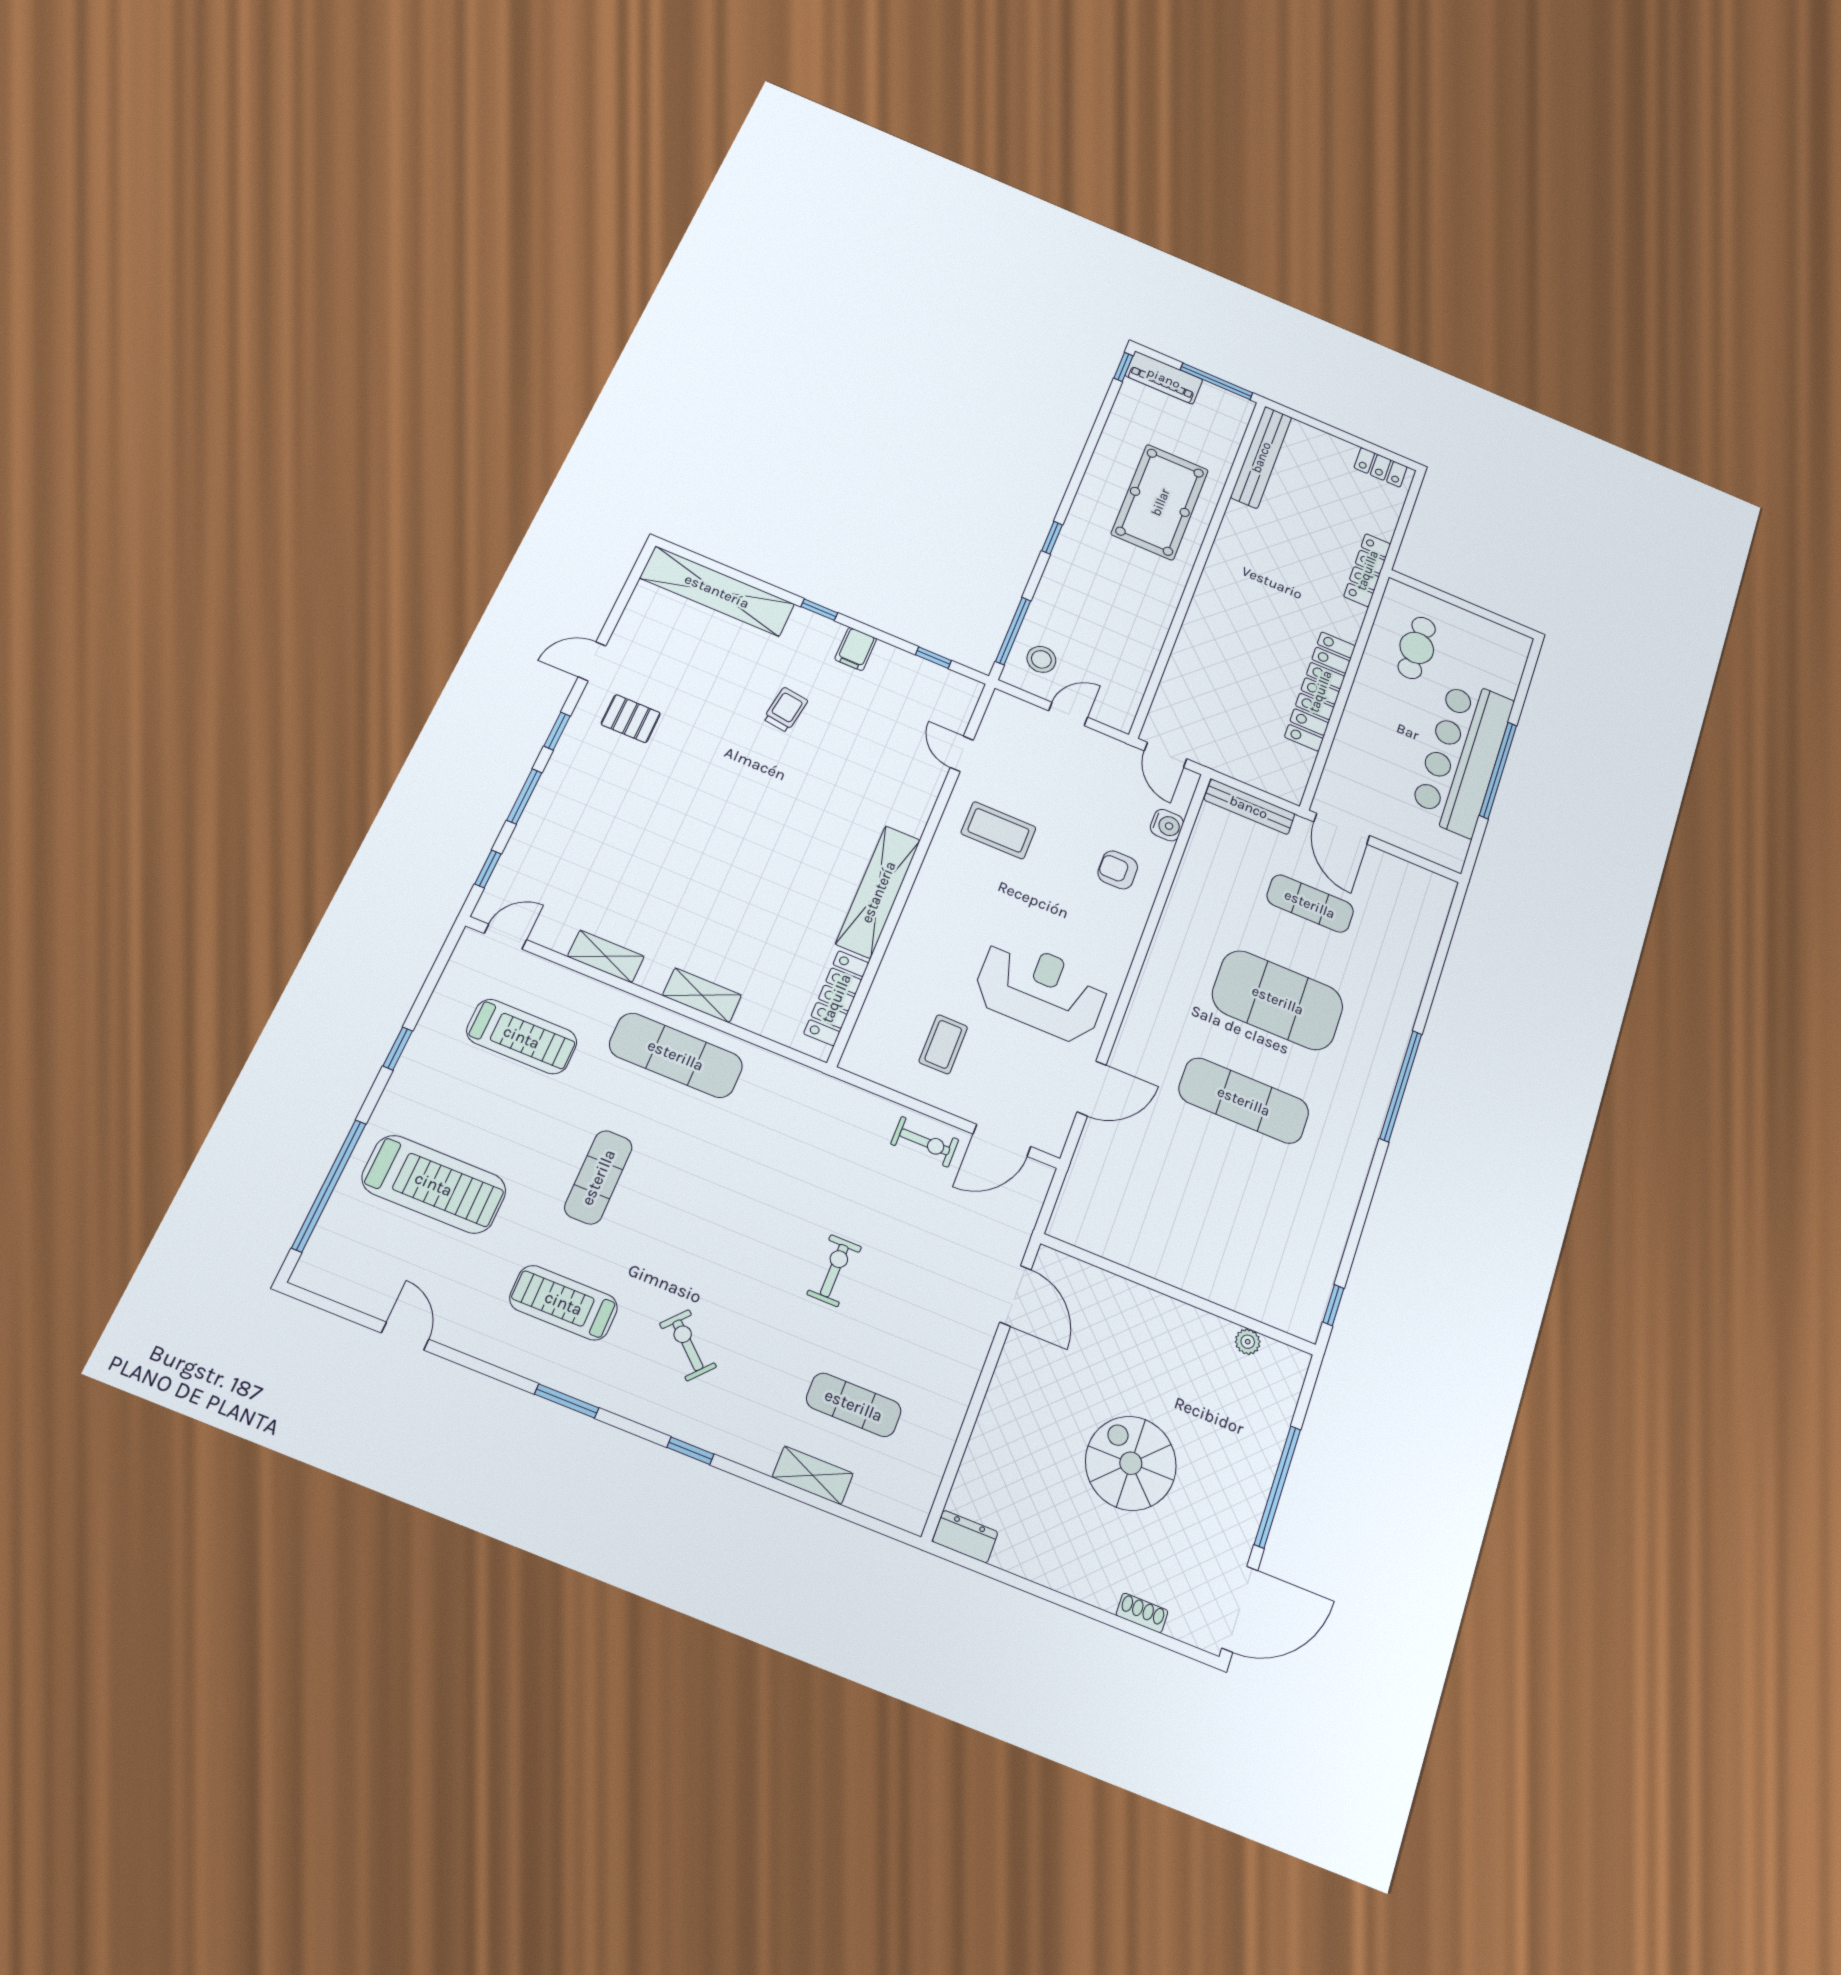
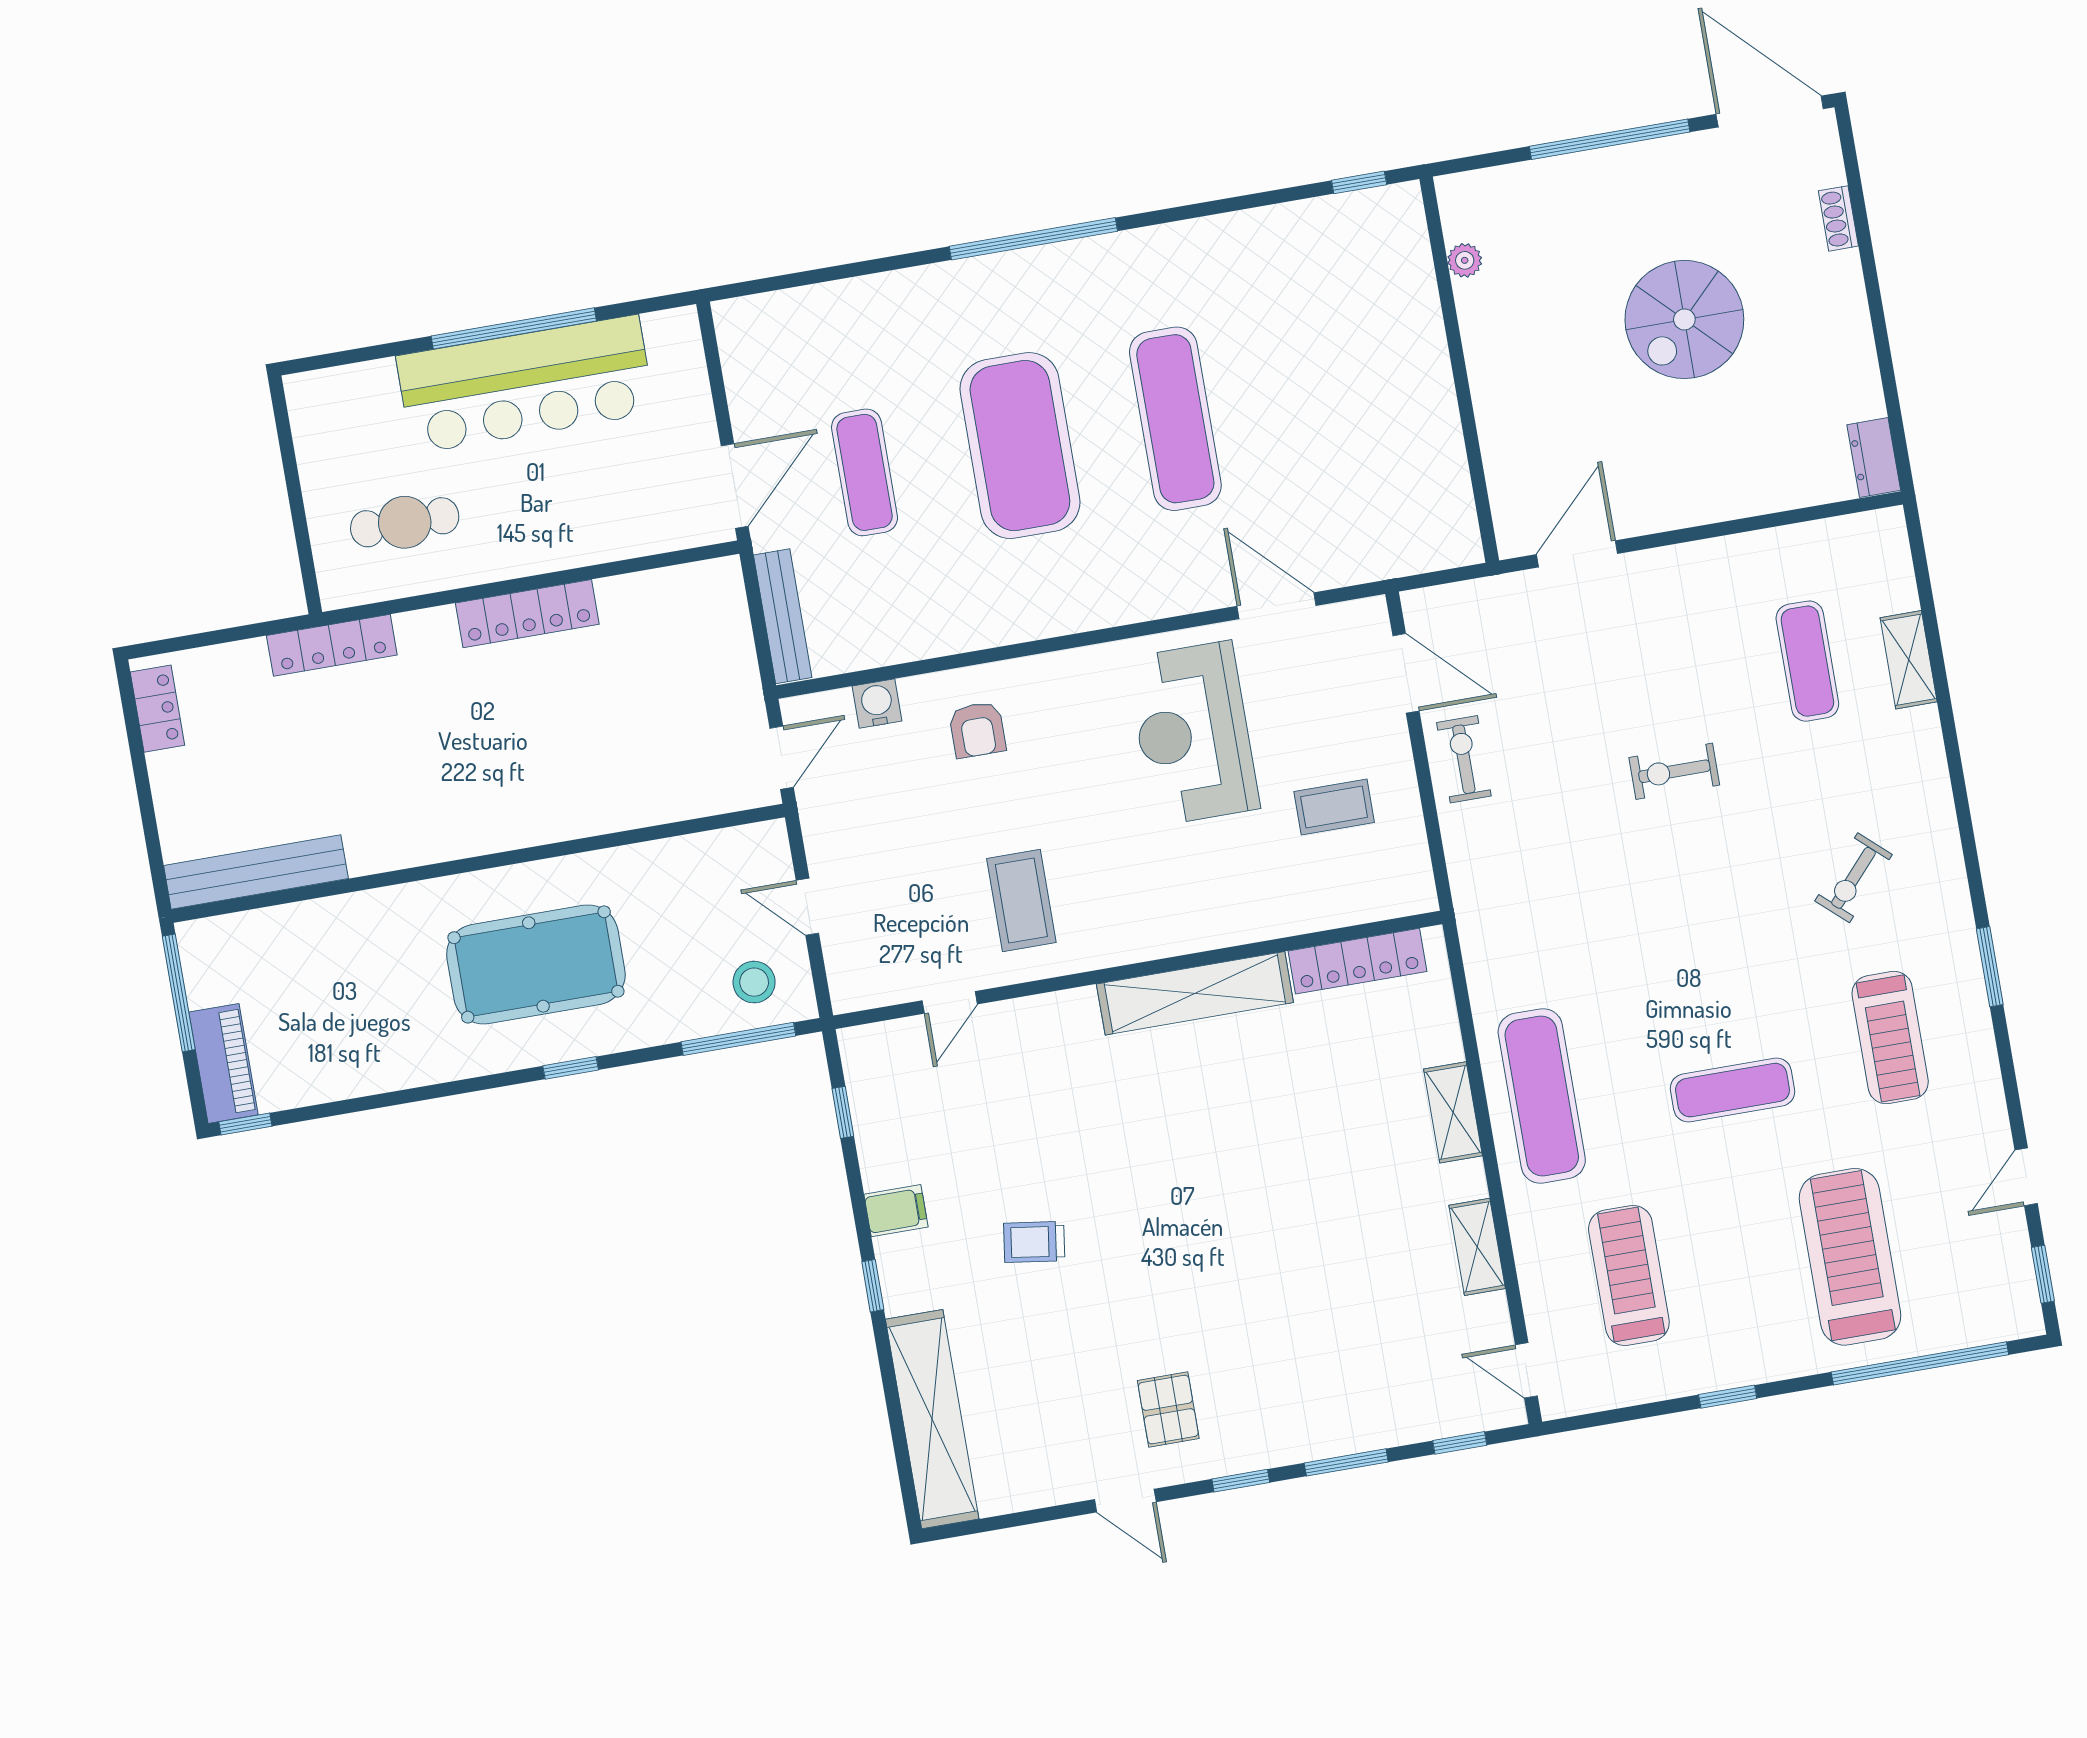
pool table: (1160, 502) -> (536, 964), moved
locker: (1320, 691) -> (527, 614), width x0.71, depth x0.83
window: (690, 1451) -> (2043, 1274), moved

